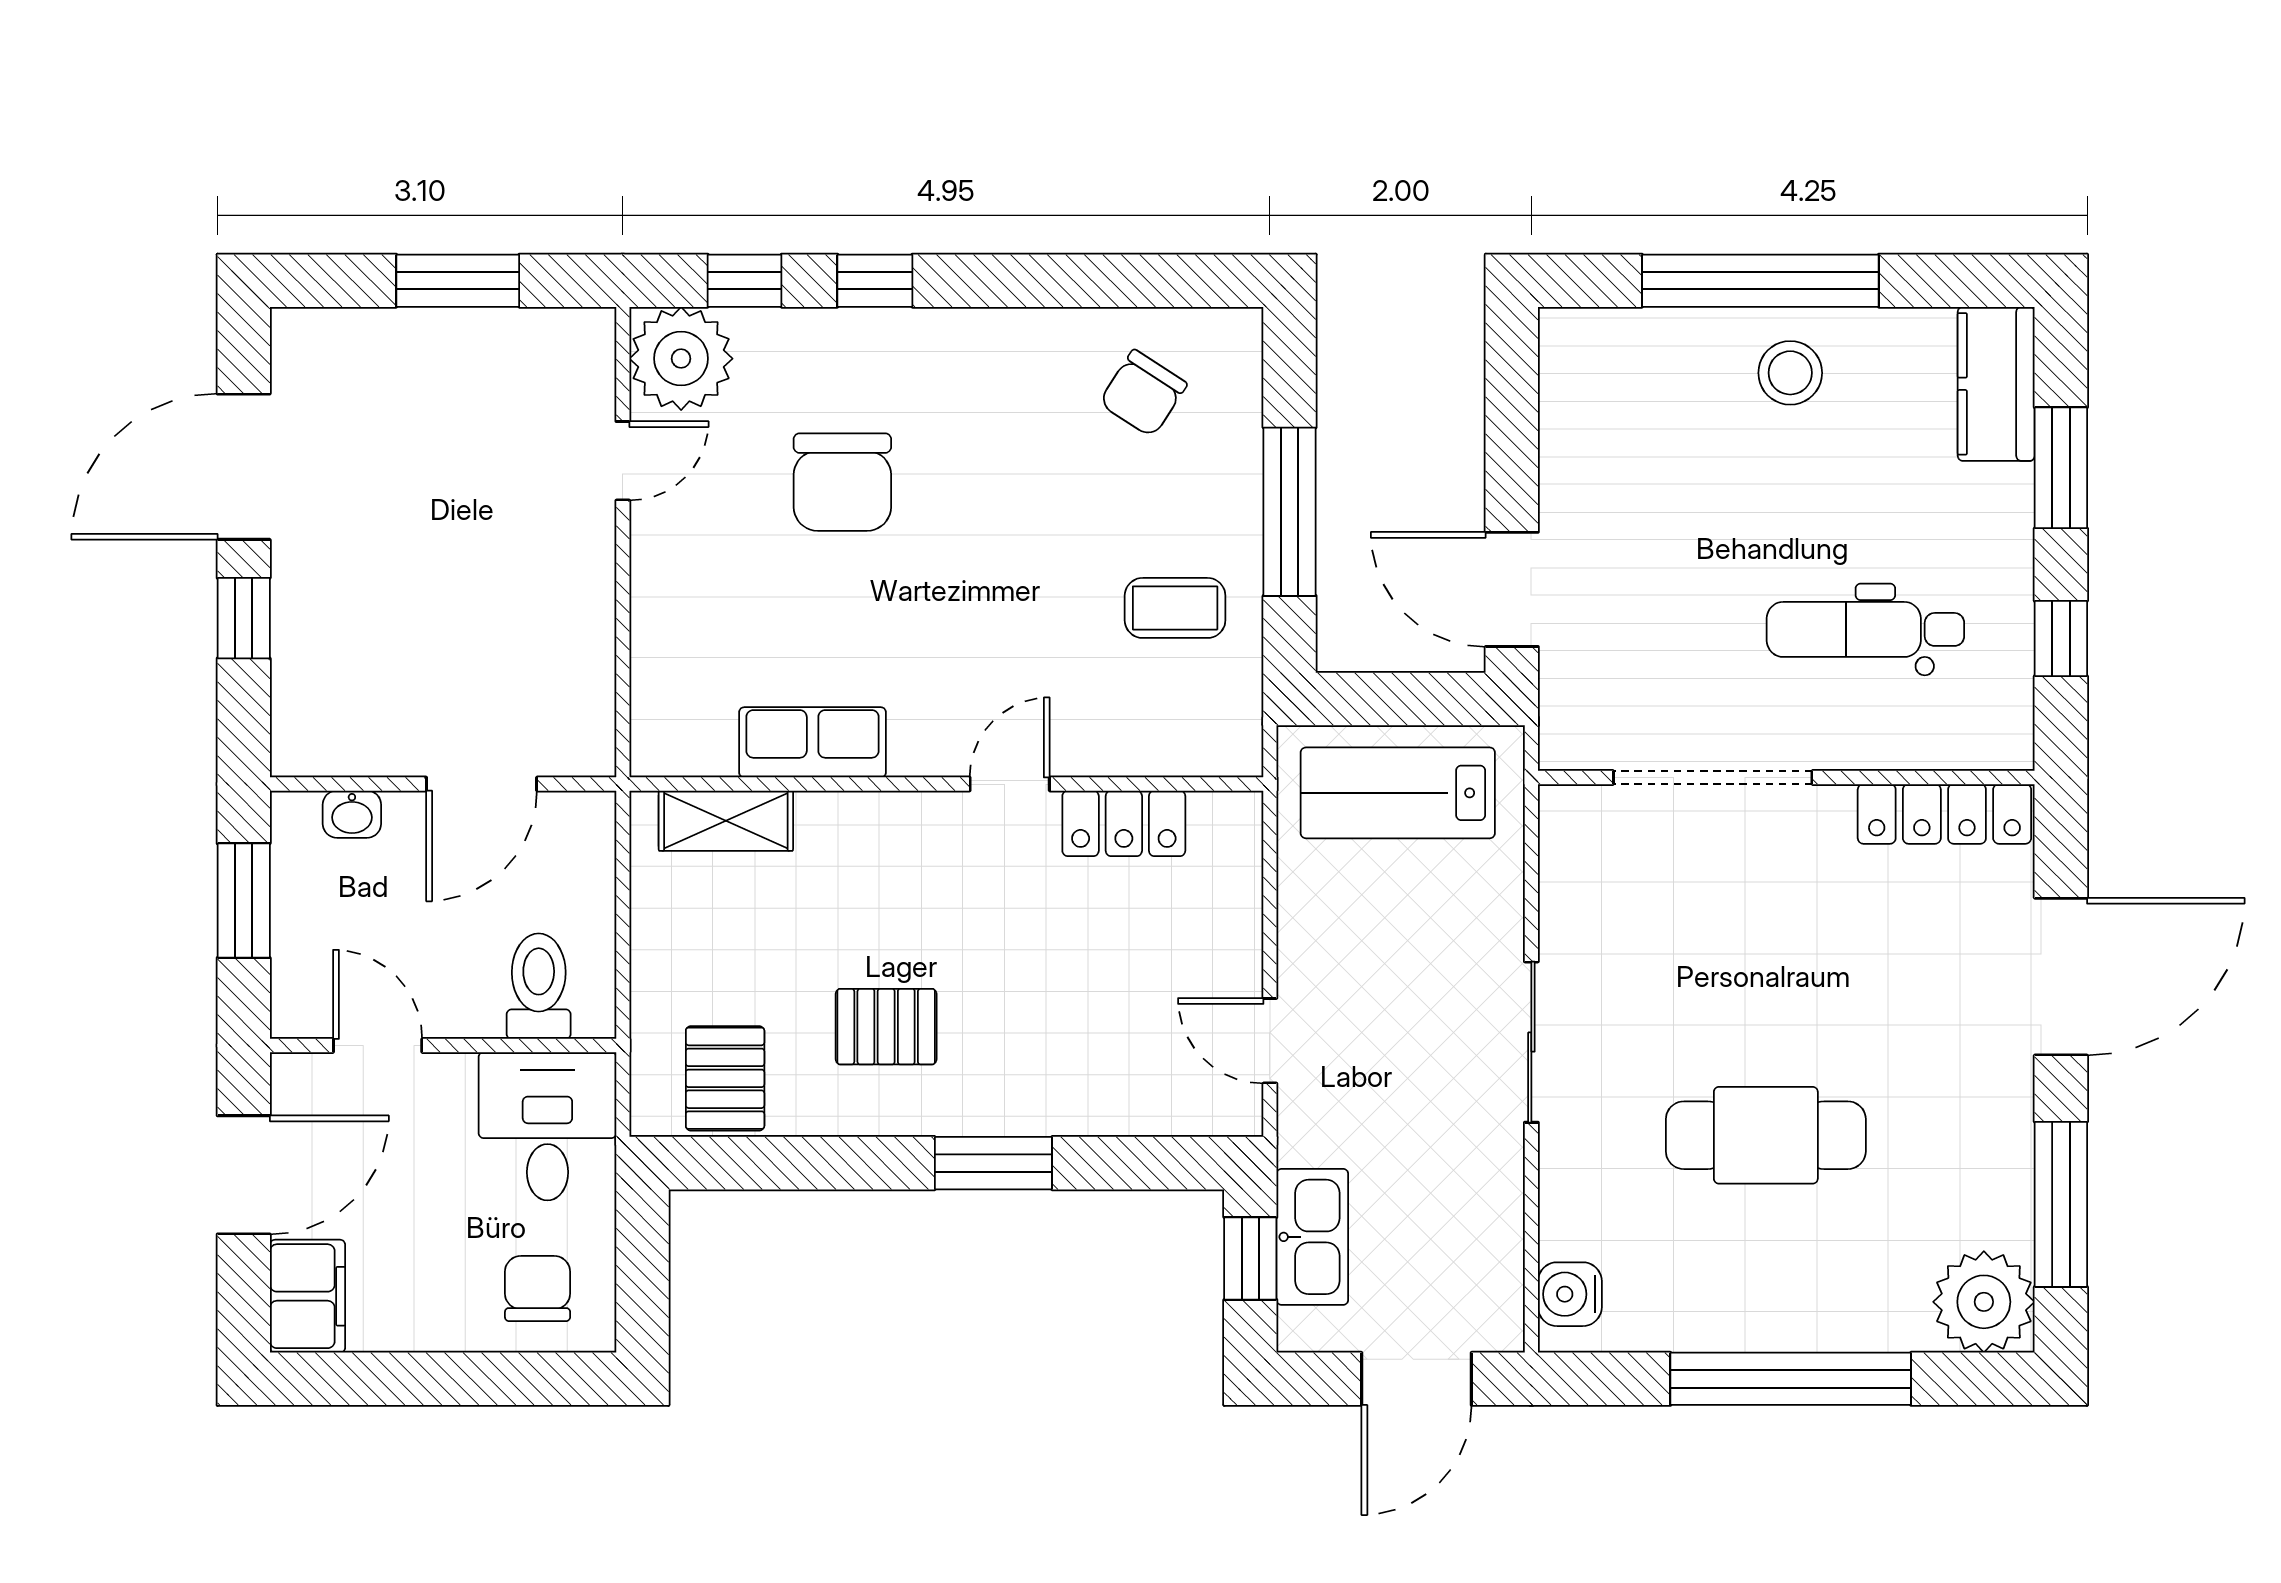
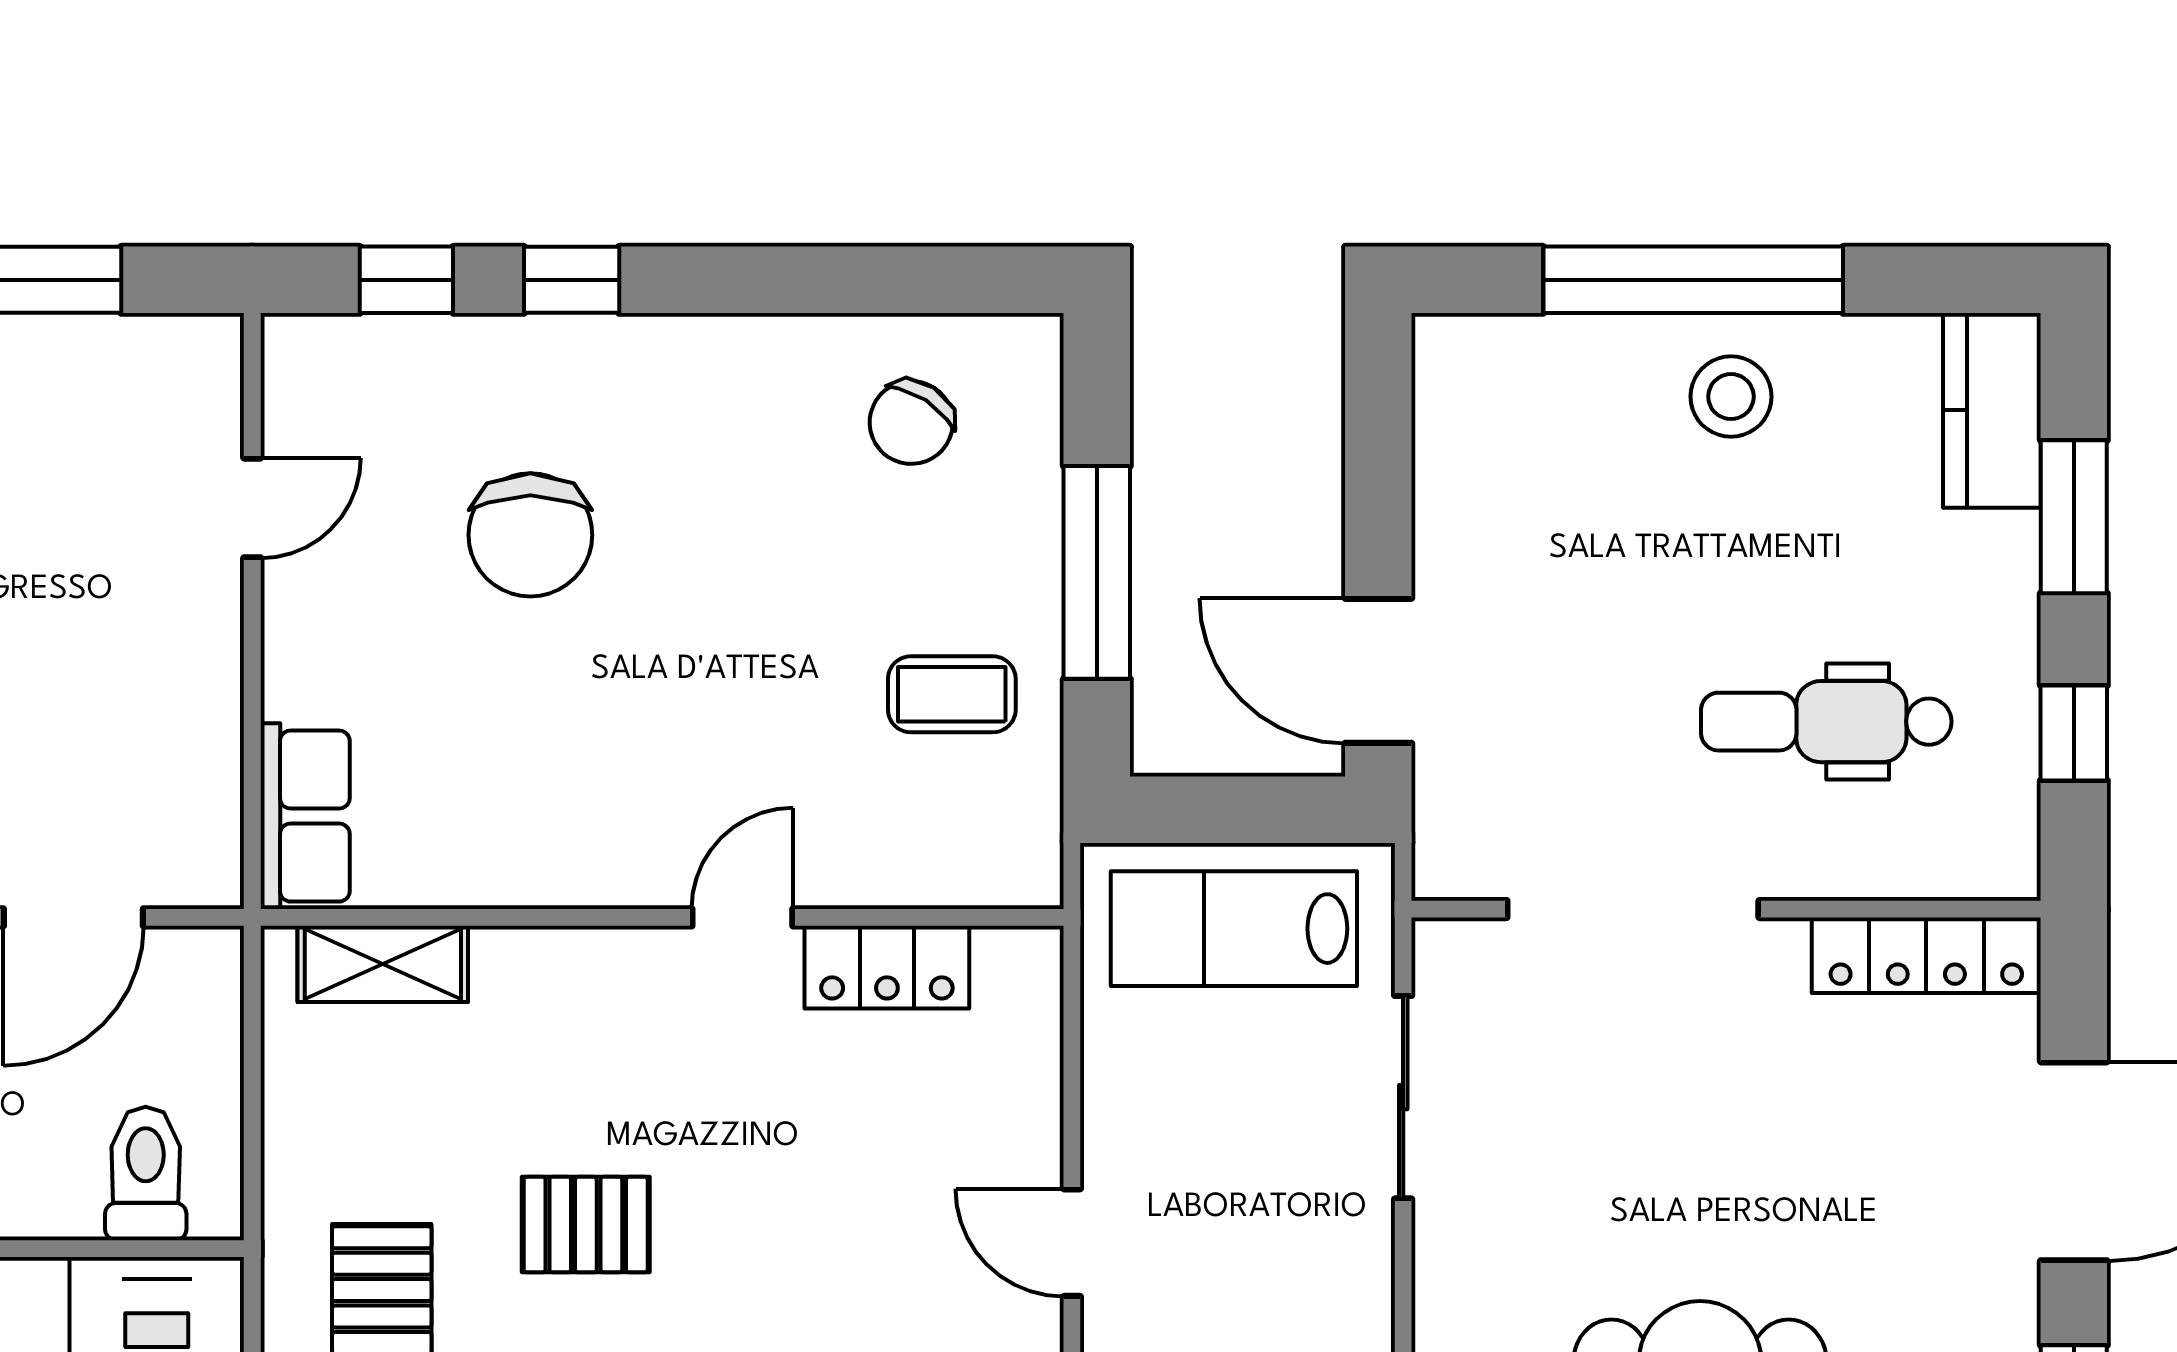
plant: (681, 359) -> (326, 378), removed
row of seats: (813, 742) -> (305, 816), moved, turned 90
sliding door: (1531, 1042) -> (1403, 1097), moved

